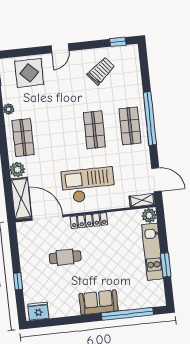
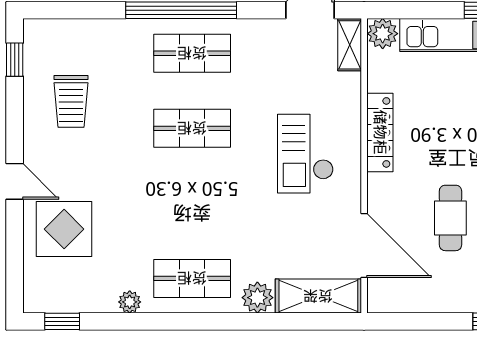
trolley: (101, 71) -> (71, 101), turned -140
display table: (29, 73) -> (64, 229), moved
checkout: (88, 185) -> (305, 154), width x0.73, depth x0.83
door: (48, 218) -> (364, 246), swing flipped
locker: (89, 221) -> (380, 132), moved

